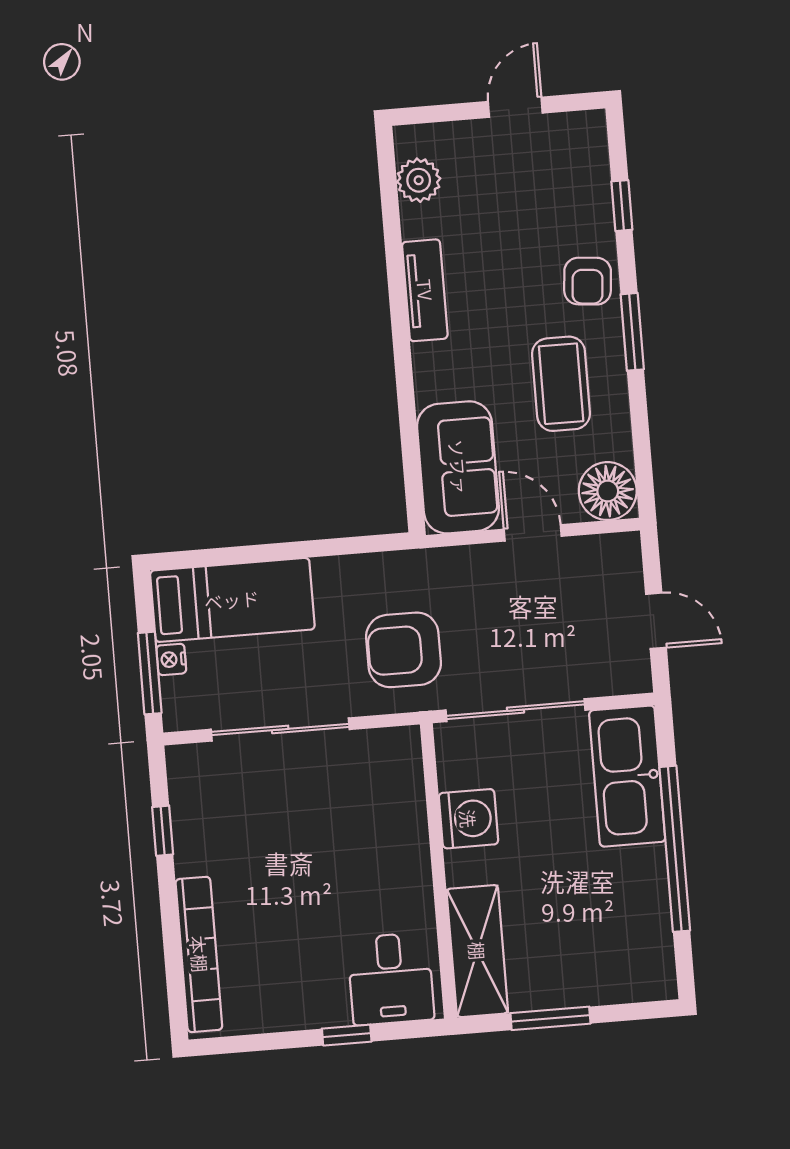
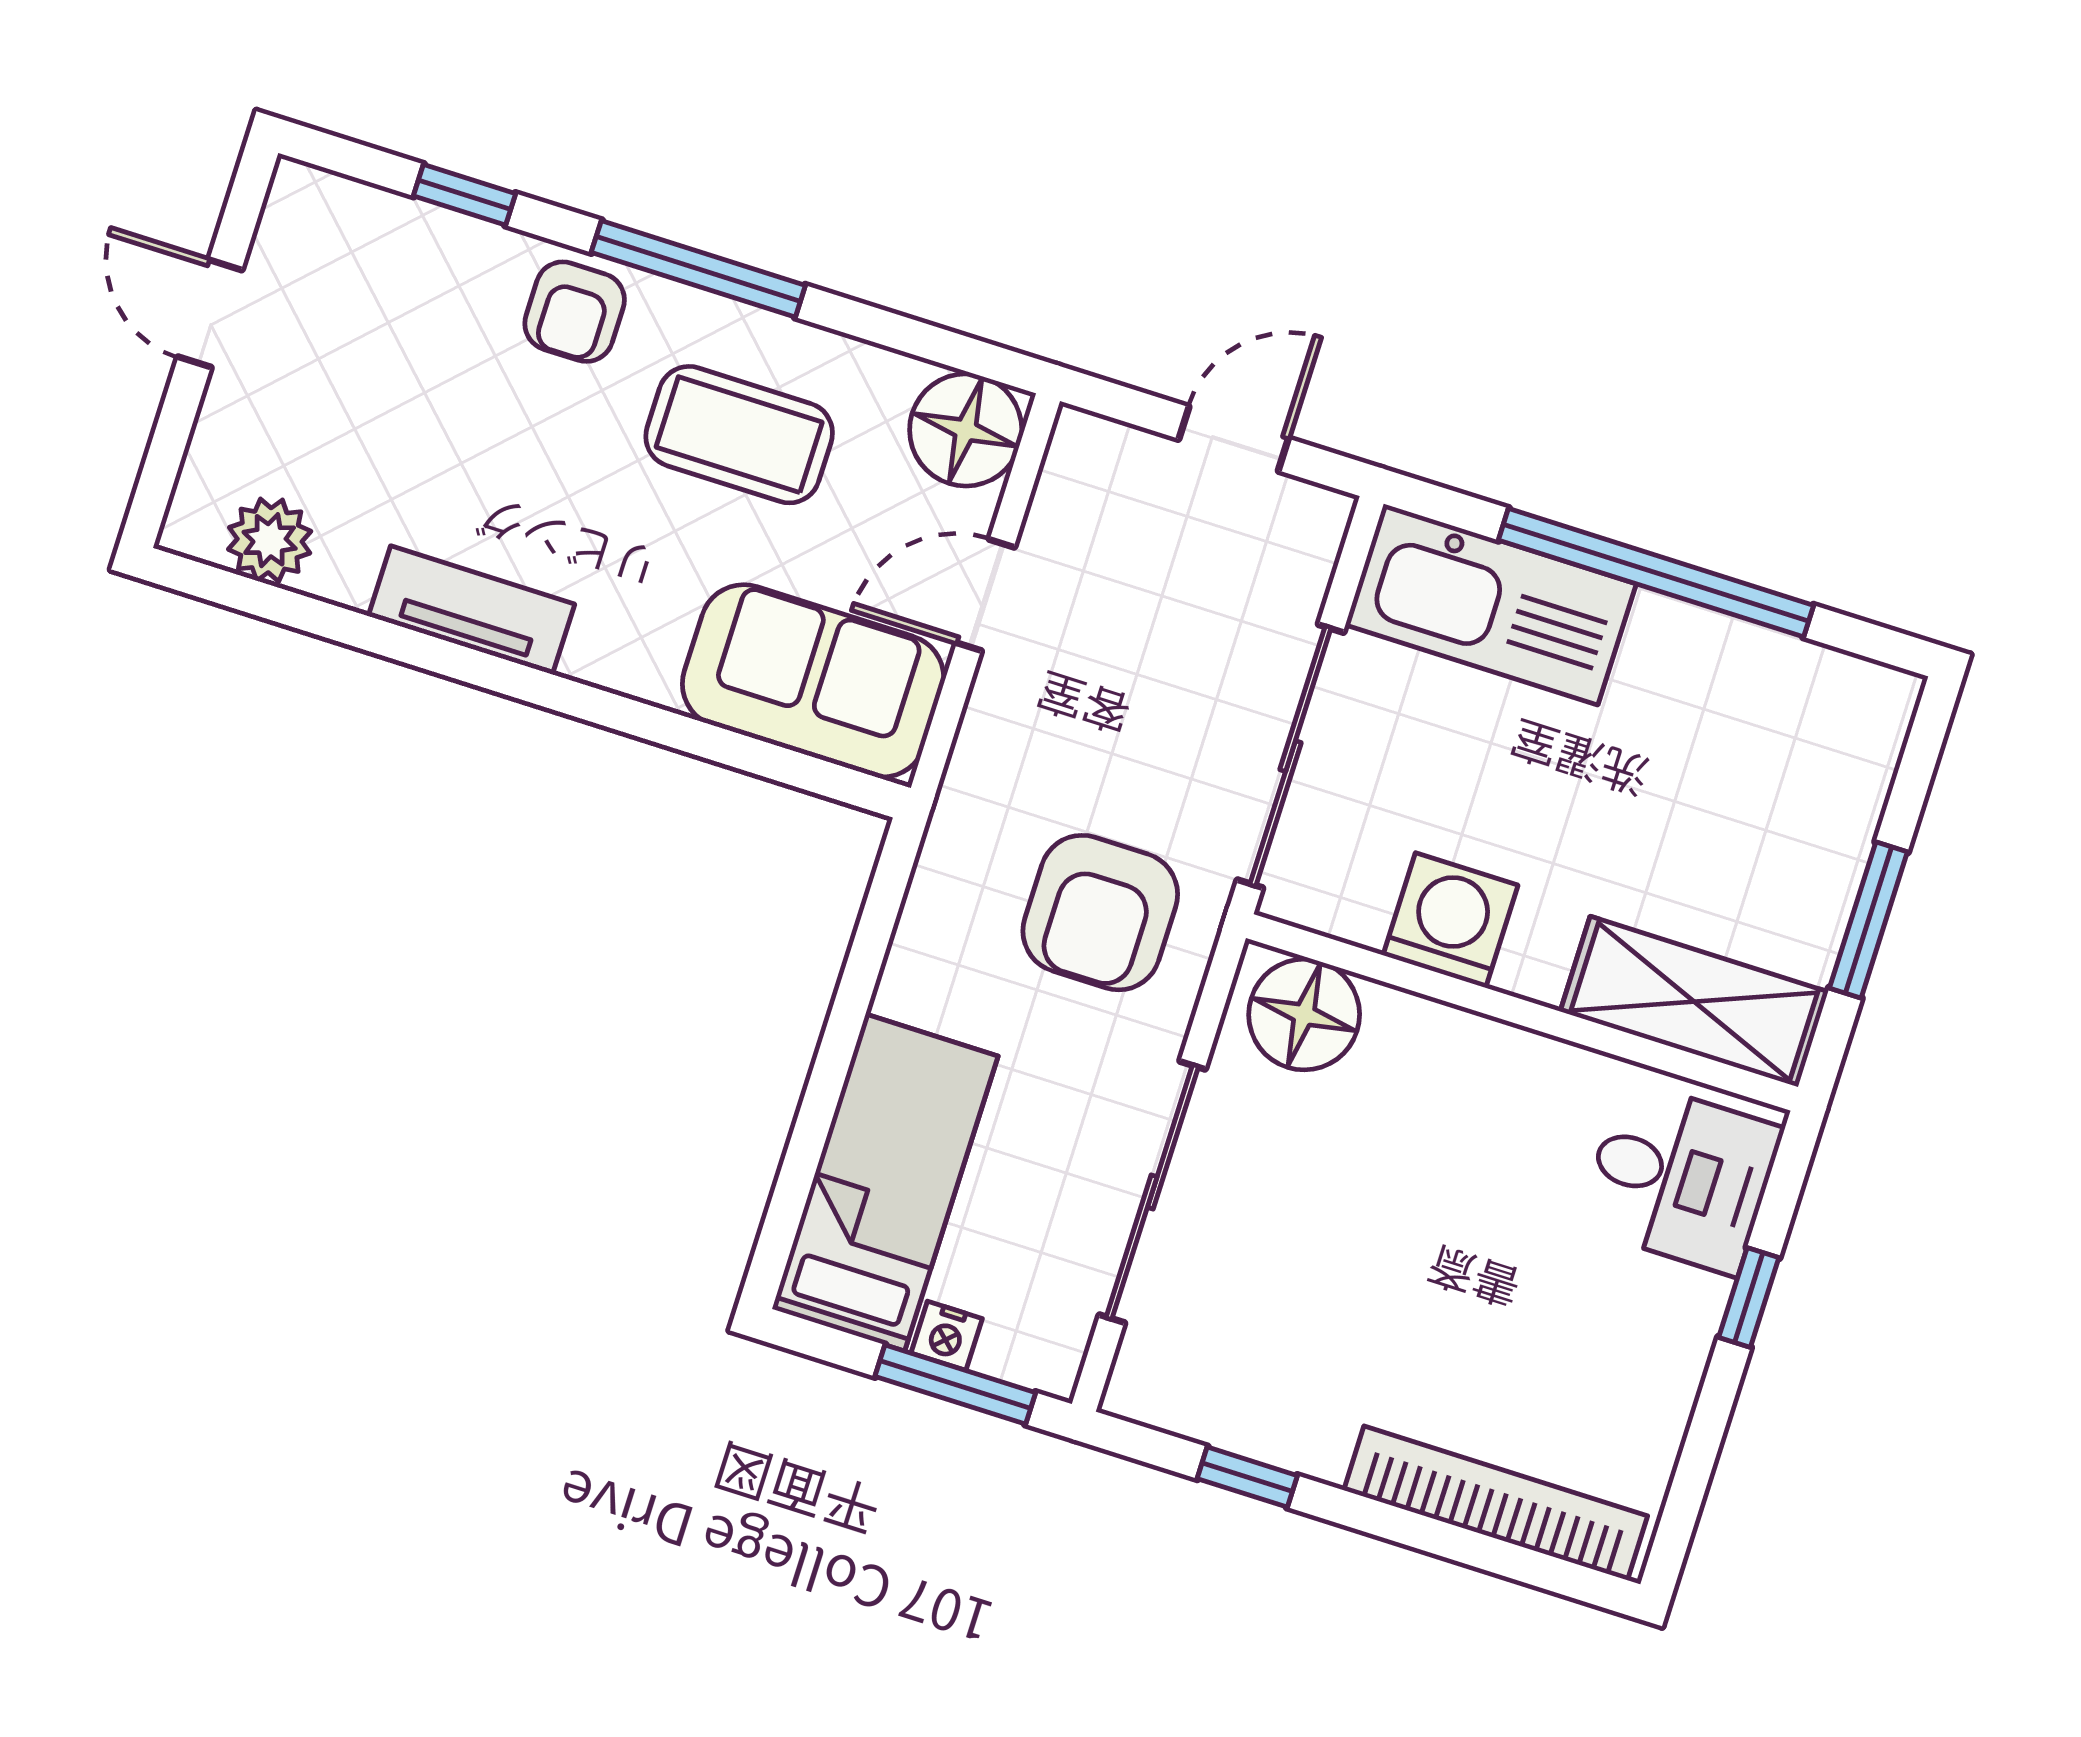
armchair: (588, 281) -> (575, 312), turned 85
window: (632, 332) -> (698, 269), width x1.44
floor lamp: (395, 767) -> (1304, 1015), added

